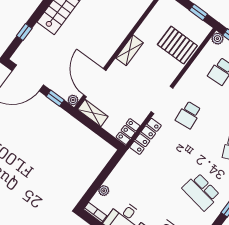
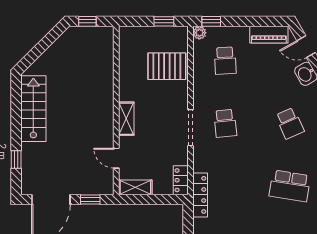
shelving: (130, 50) -> (126, 119), moved
door: (95, 83) -> (116, 158), width x0.53
plant: (73, 100) -> (108, 189), removed
locker: (145, 136) -> (200, 195), moved

